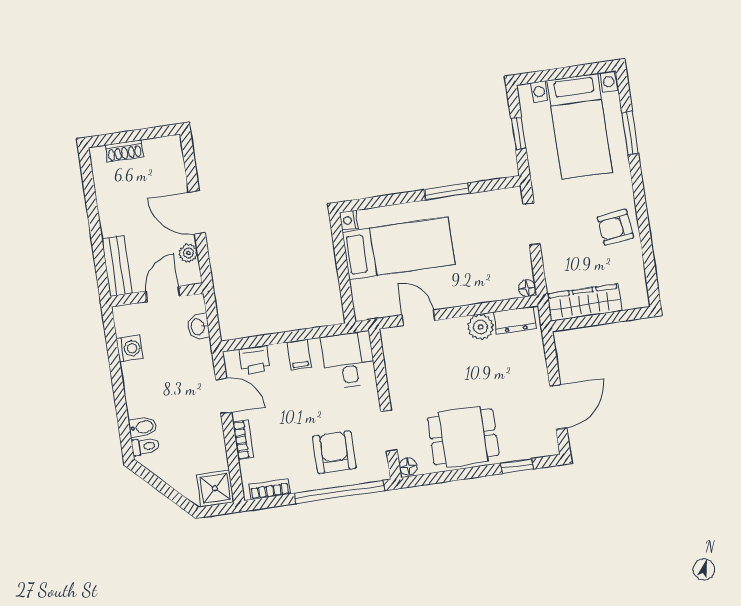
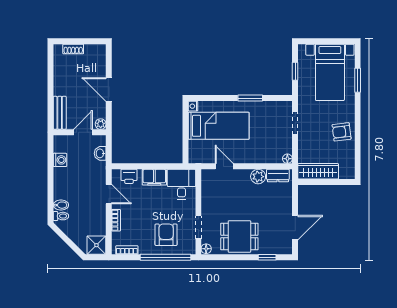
plant: (188, 253) -> (101, 124), moved
filing cabinet: (299, 355) -> (154, 177), width x2.00

